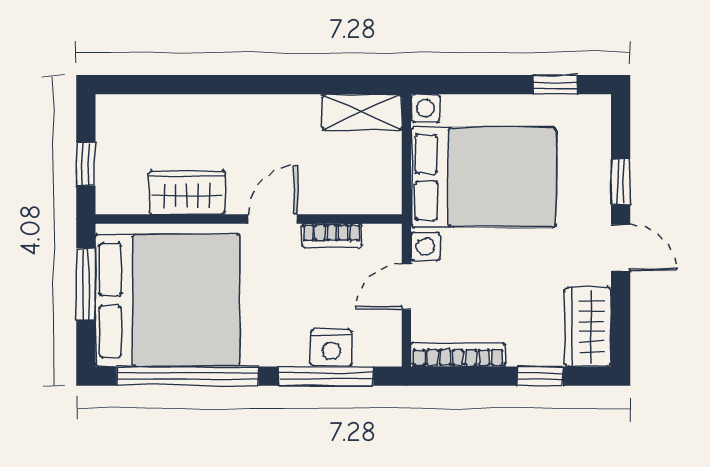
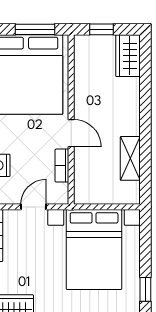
shelving: (362, 112) -> (130, 158), moved
wardrobe: (187, 192) -> (128, 56), moved, turned 180
door: (406, 287) -> (33, 207), hinge flipped

